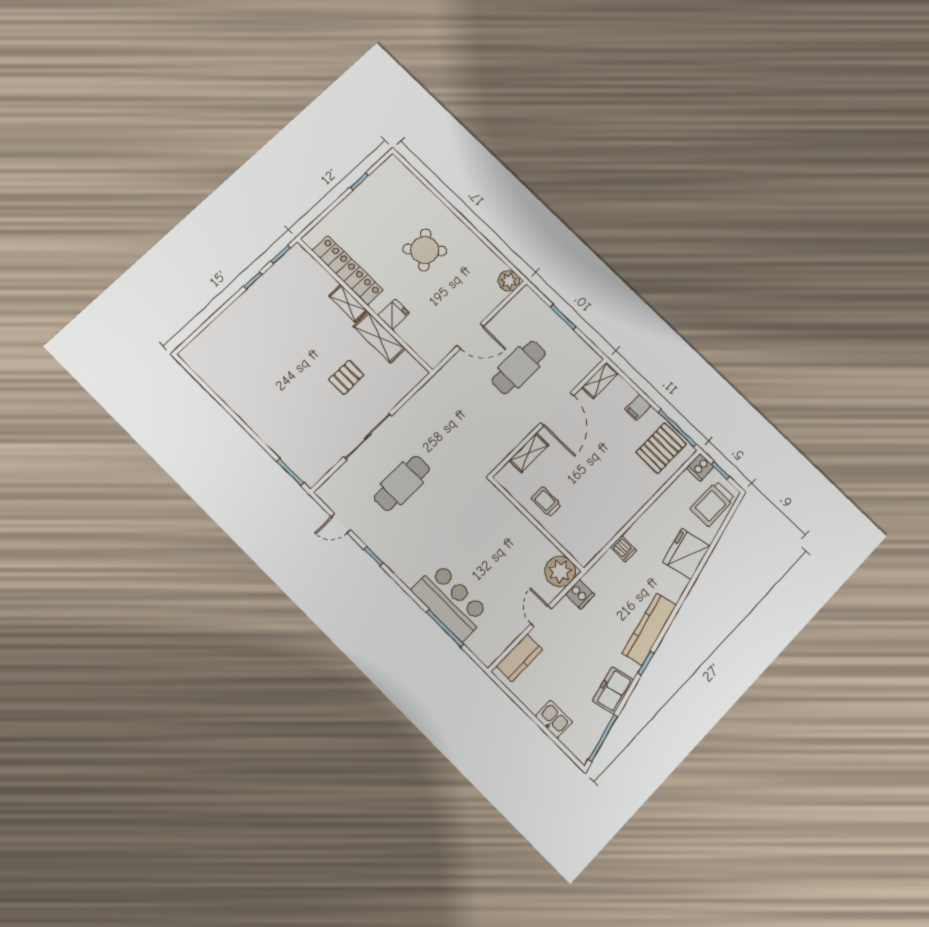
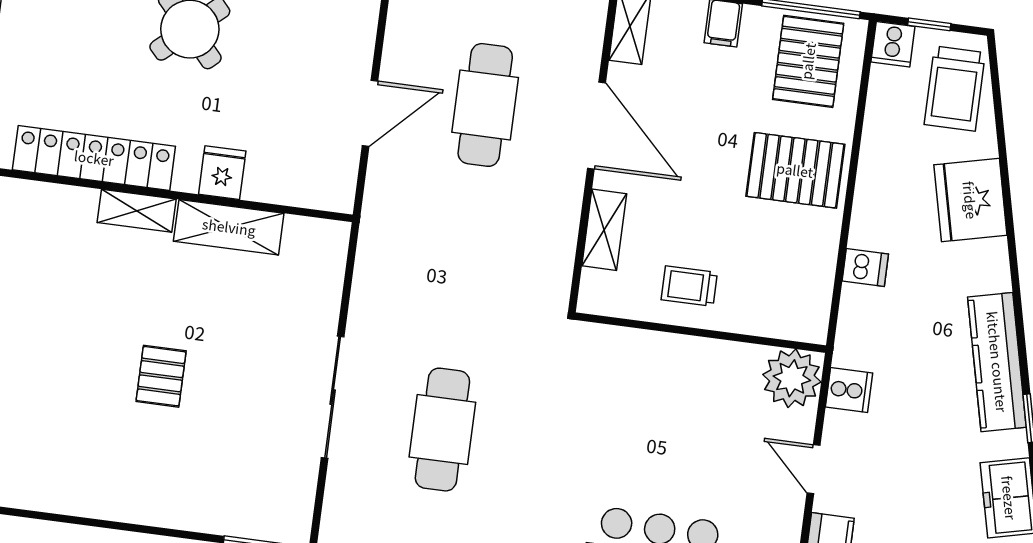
pallet: (346, 377) -> (161, 376), moved
pallet: (624, 488) -> (795, 170), added

